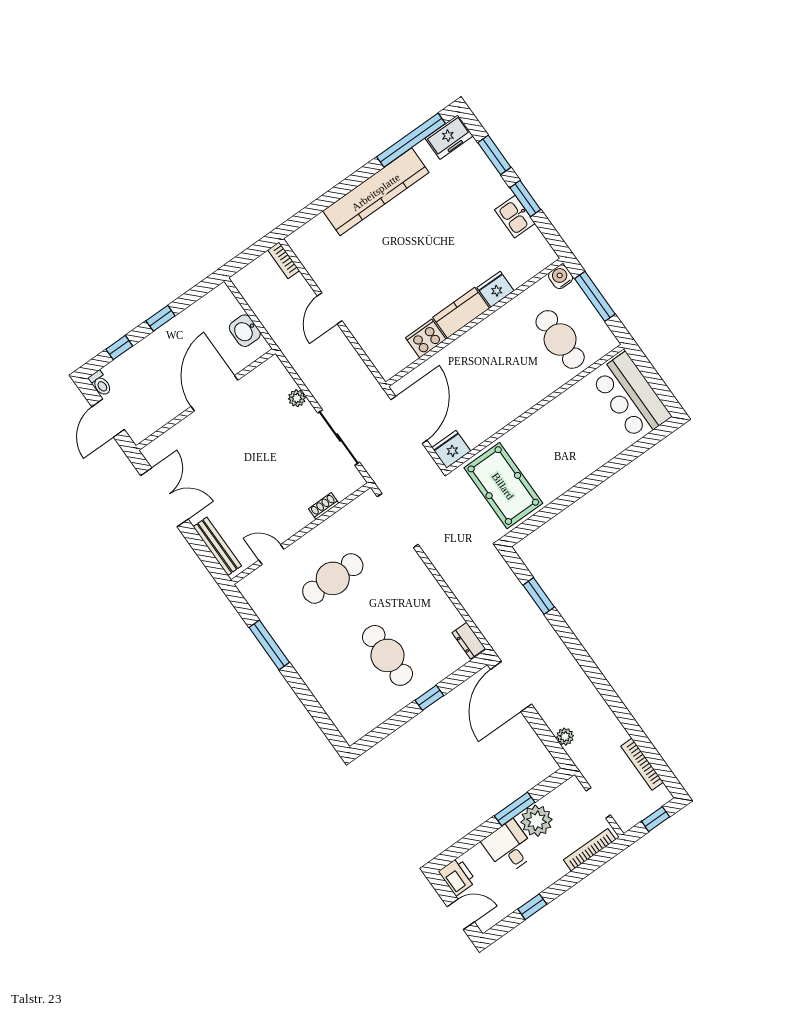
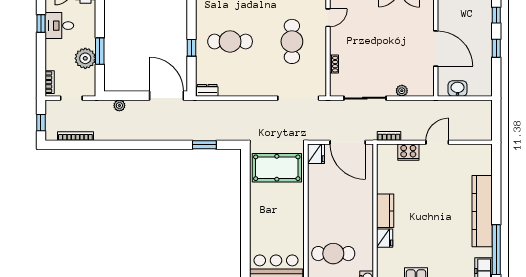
bookcase: (284, 260) -> (389, 136), moved
door: (330, 308) -> (437, 142), hinge flipped
cooker: (426, 338) -> (408, 152), moved, turned 90
desk: (509, 847) -> (59, 26), moved, turned 180
bookcase: (590, 850) -> (50, 82), width x0.64

